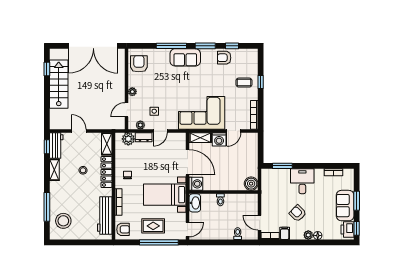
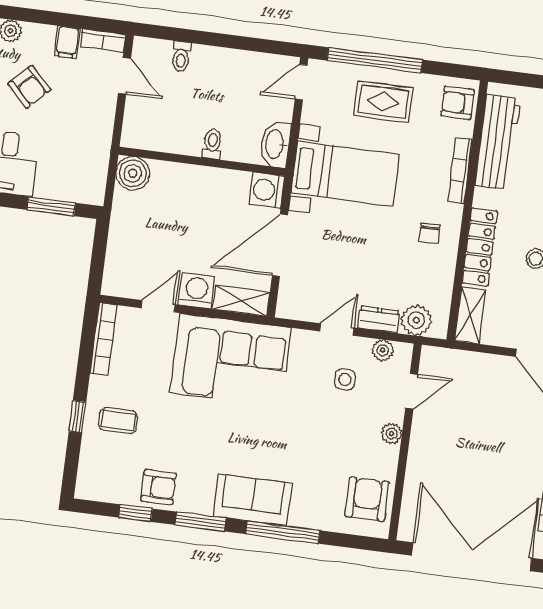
armchair: (139, 64) -> (367, 499), turned 180
door: (188, 162) -> (280, 245), hinge flipped

